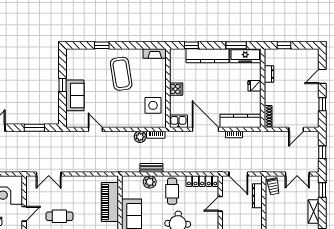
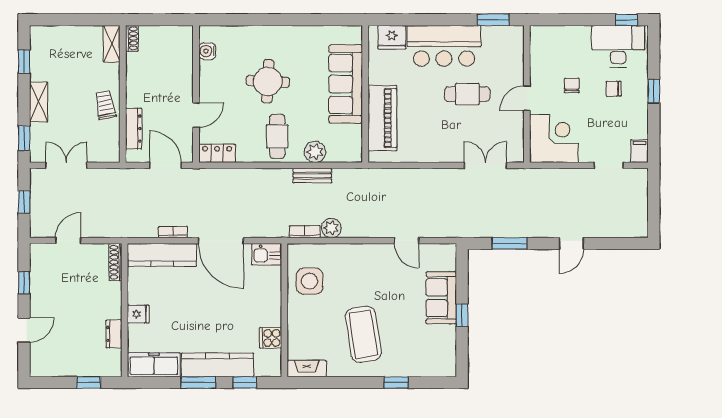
window: (236, 45) -> (198, 383), moved
cooker: (176, 89) -> (270, 338), moved
locker: (202, 181) -> (217, 153), width x0.66
trolley: (273, 186) -> (105, 105), moved

